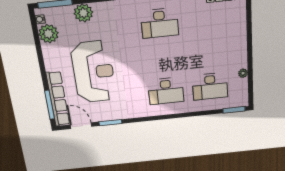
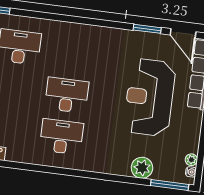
plant: (48, 34) -> (191, 160), width x0.53, depth x0.53
desk: (166, 91) -> (67, 95), moved

